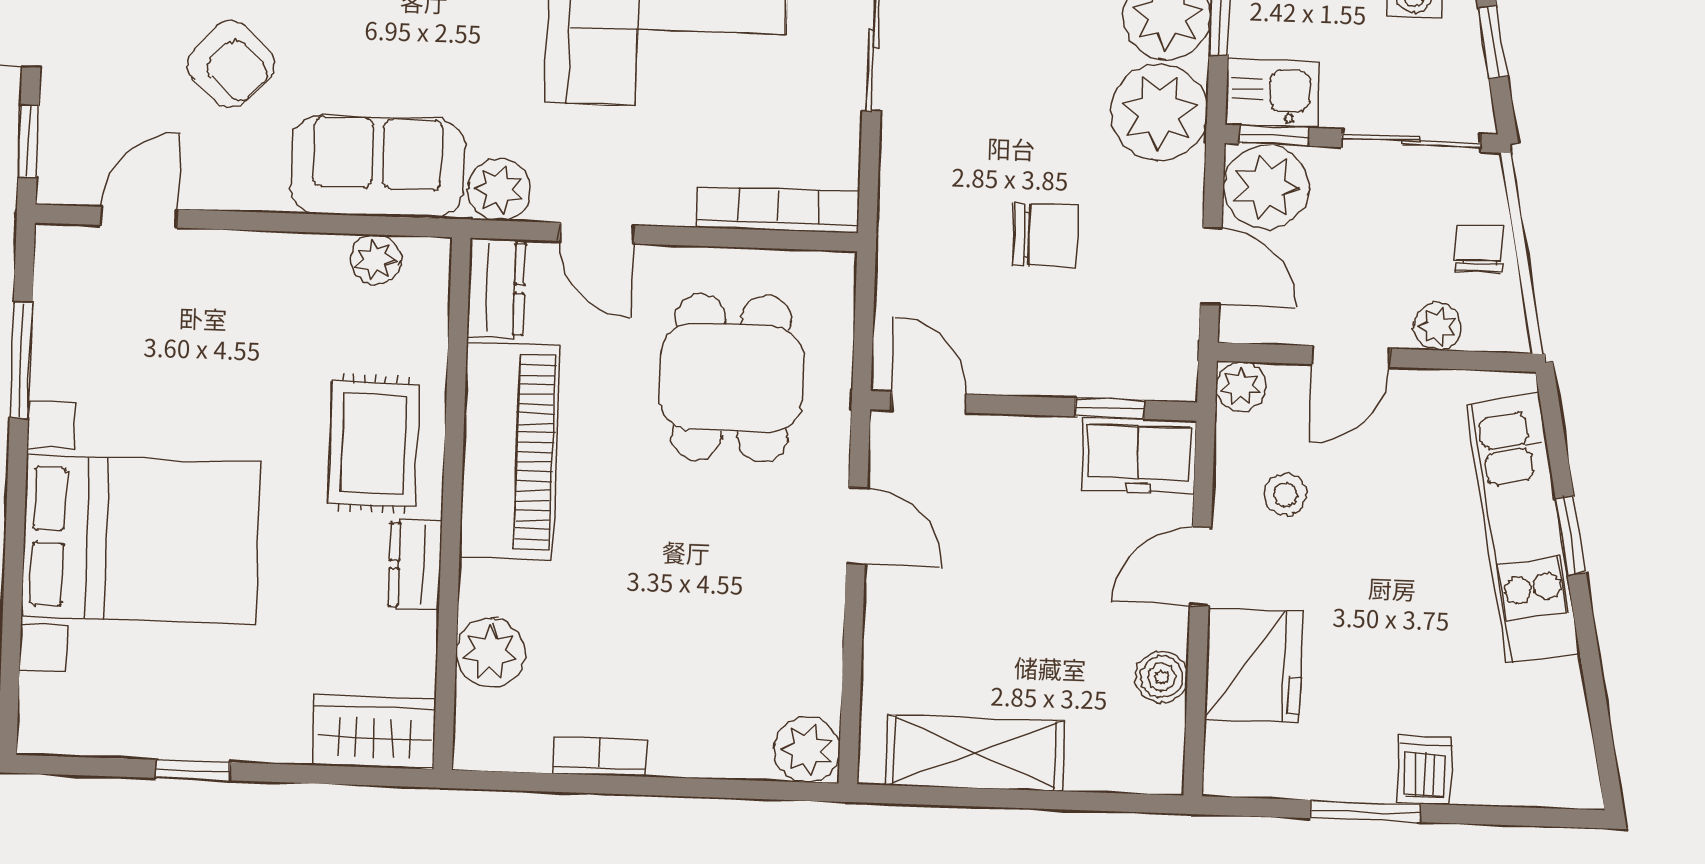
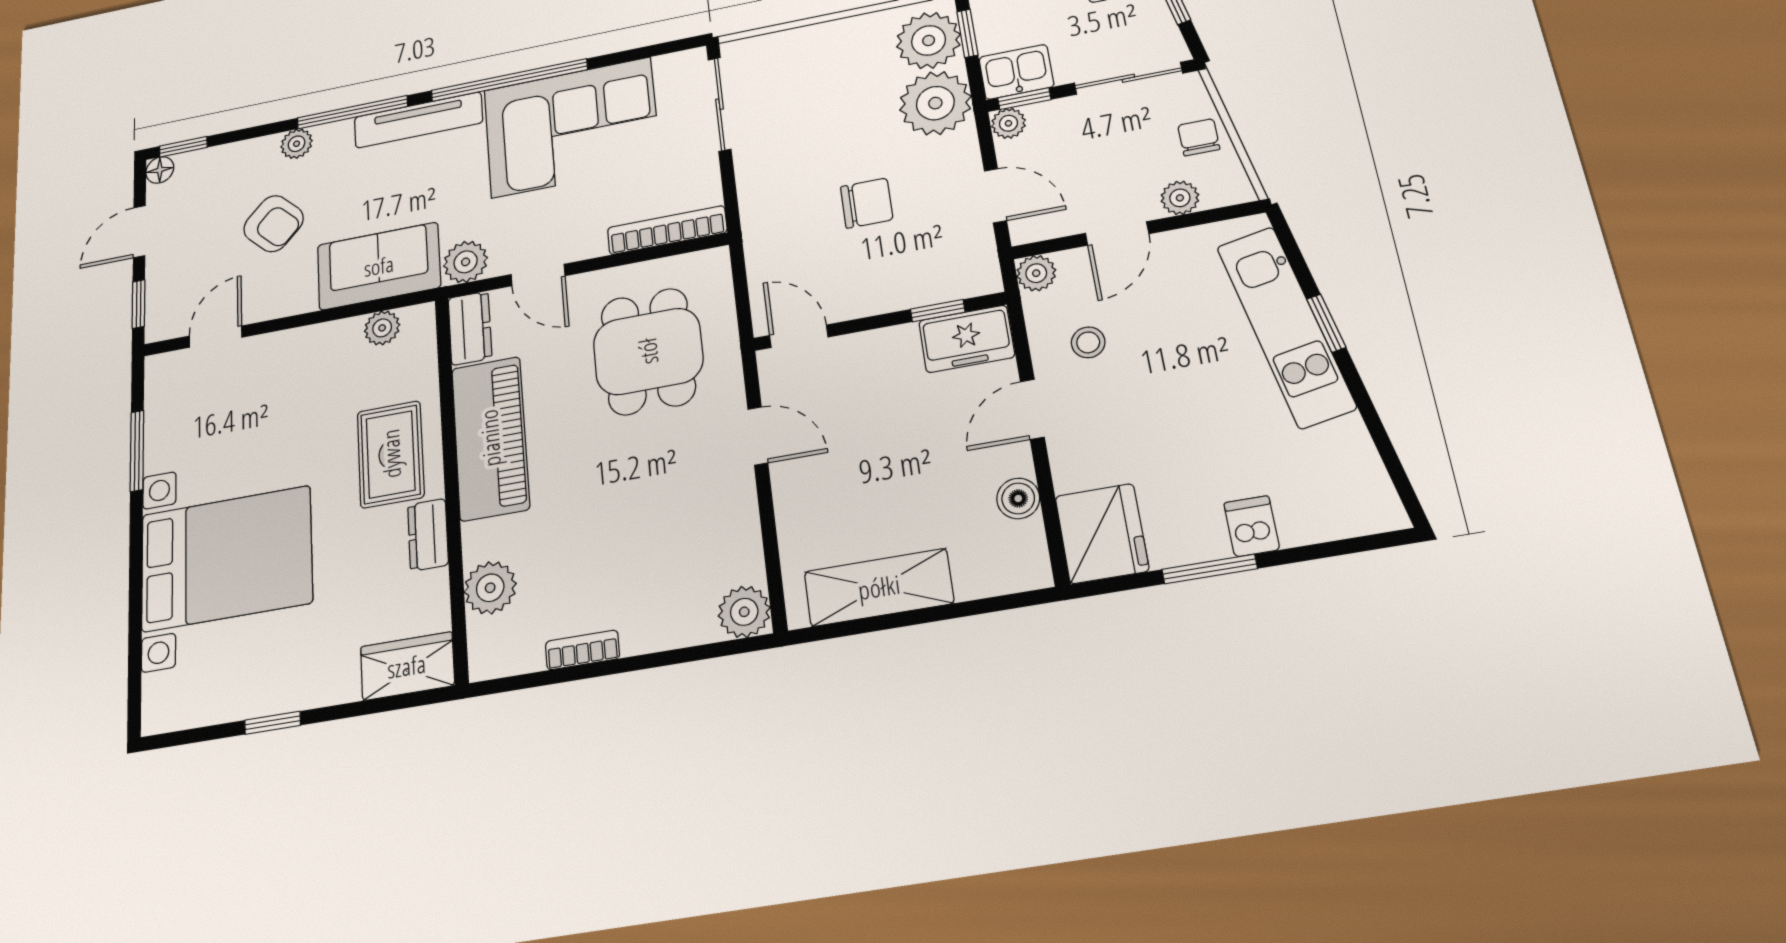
plant: (1266, 187) -> (1008, 123), width x0.53, depth x0.53
fridge: (1254, 666) -> (1102, 533), moved

